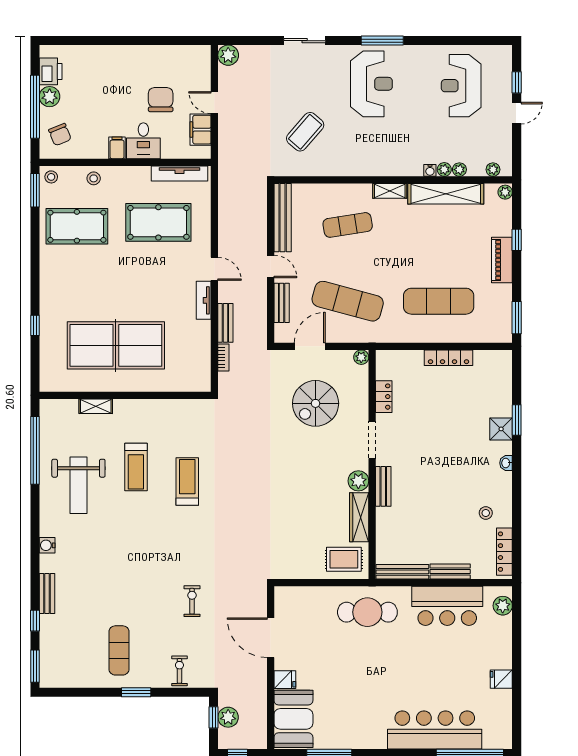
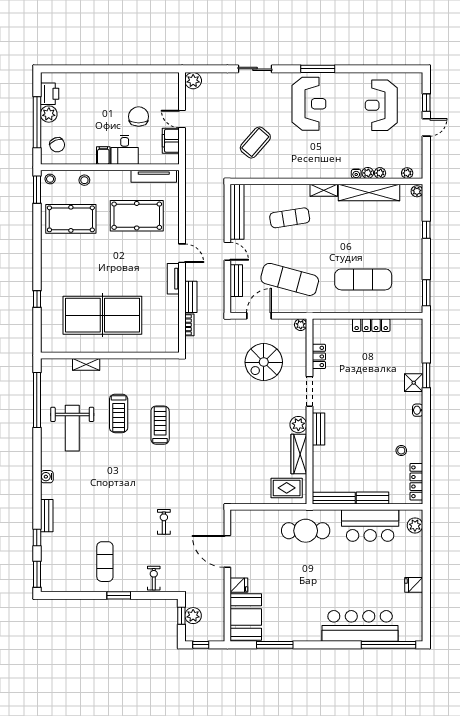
piano: (502, 260) -> (414, 246), removed

